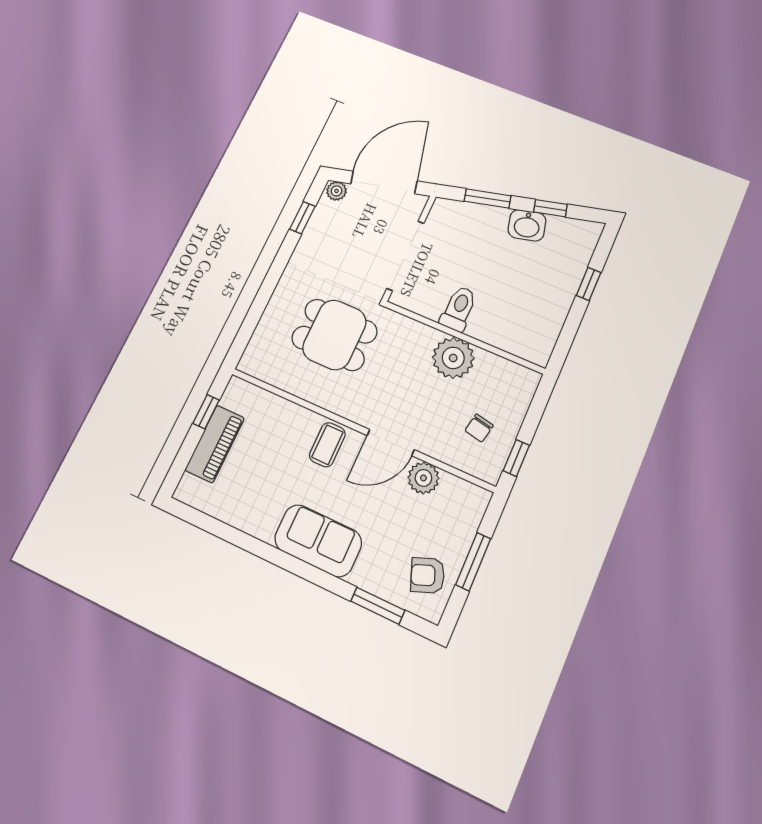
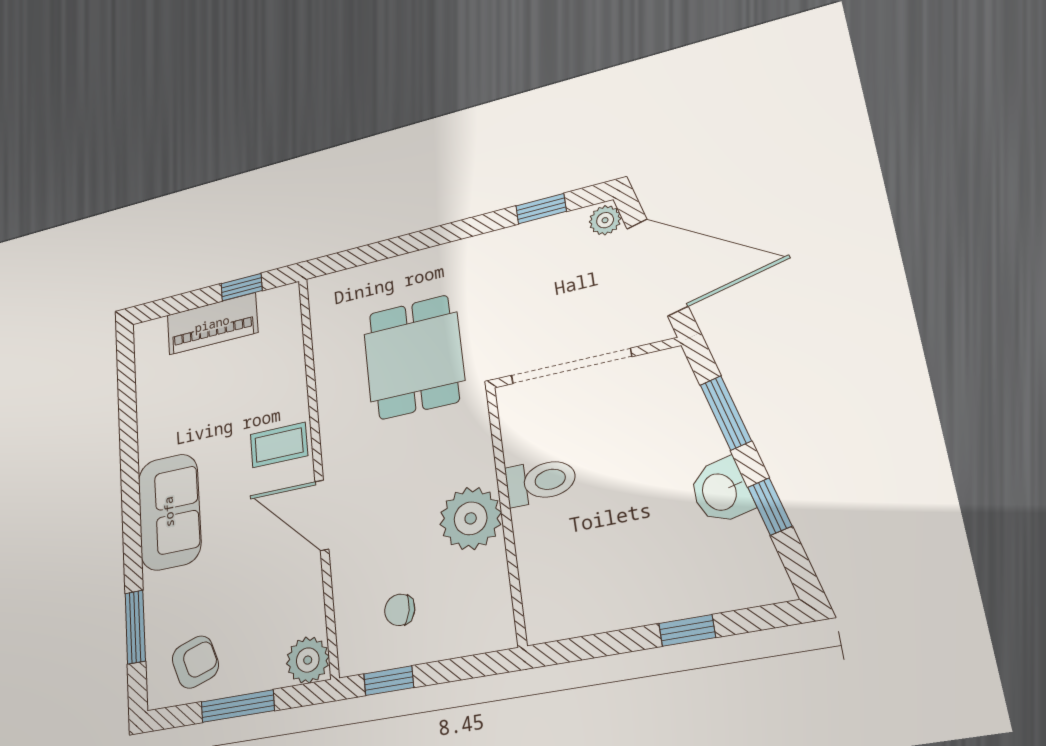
plant: (423, 478) -> (308, 660), moved
armchair: (428, 575) -> (195, 662), turned 93

